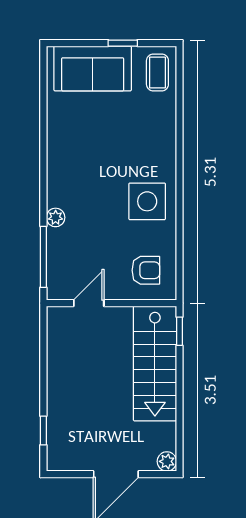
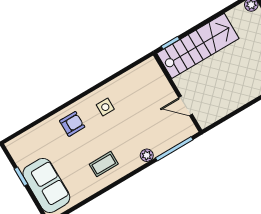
coffee table: (157, 72) -> (104, 164), moved
side table: (147, 201) -> (105, 107), width x0.54, depth x0.54
armchair: (146, 270) -> (72, 124), moved, turned 90

